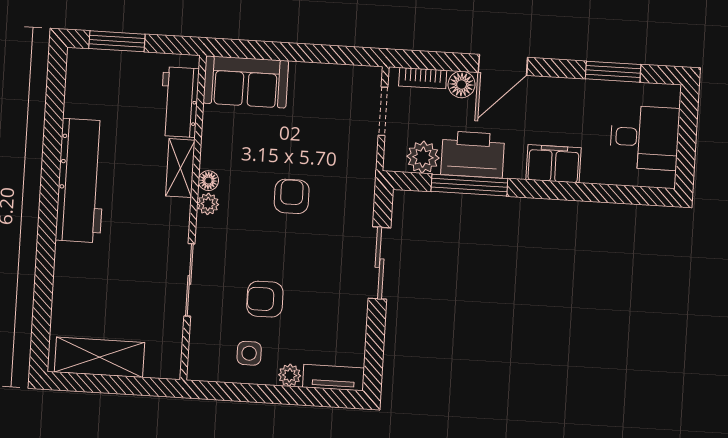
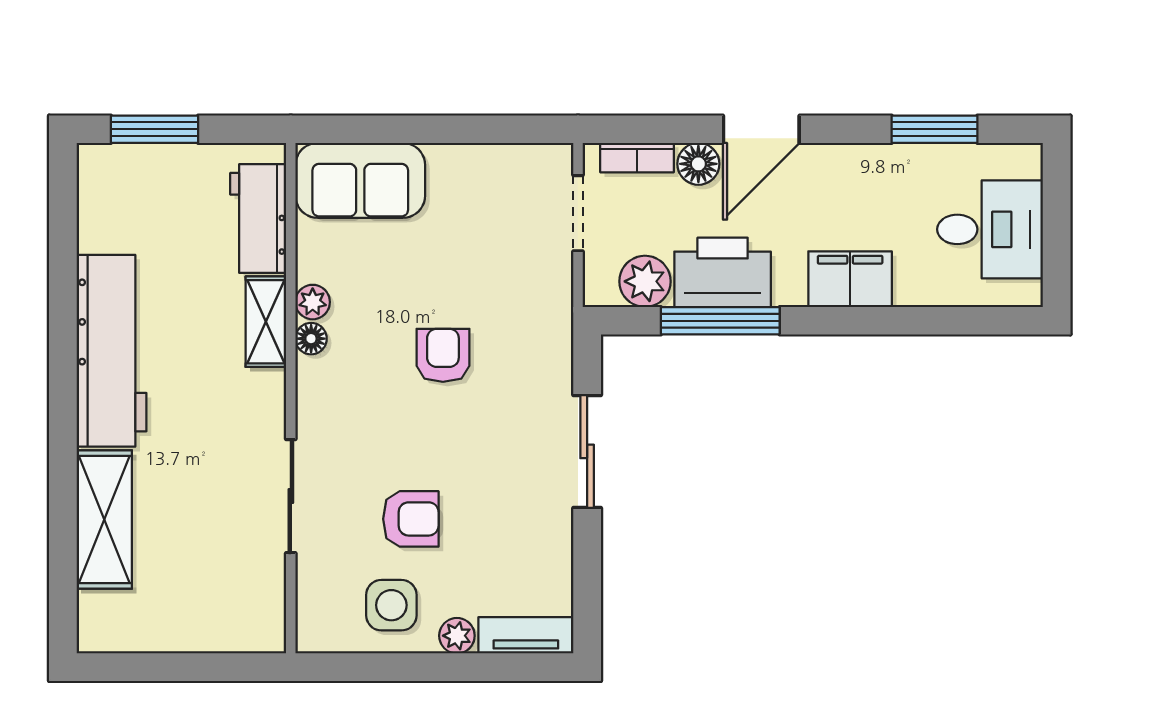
plant: (208, 204) -> (313, 302), moved
armchair: (265, 299) -> (411, 519), turned 180
side table: (249, 353) -> (391, 605), width x1.37, depth x1.37
shelving: (99, 357) -> (104, 520), moved, turned 90

